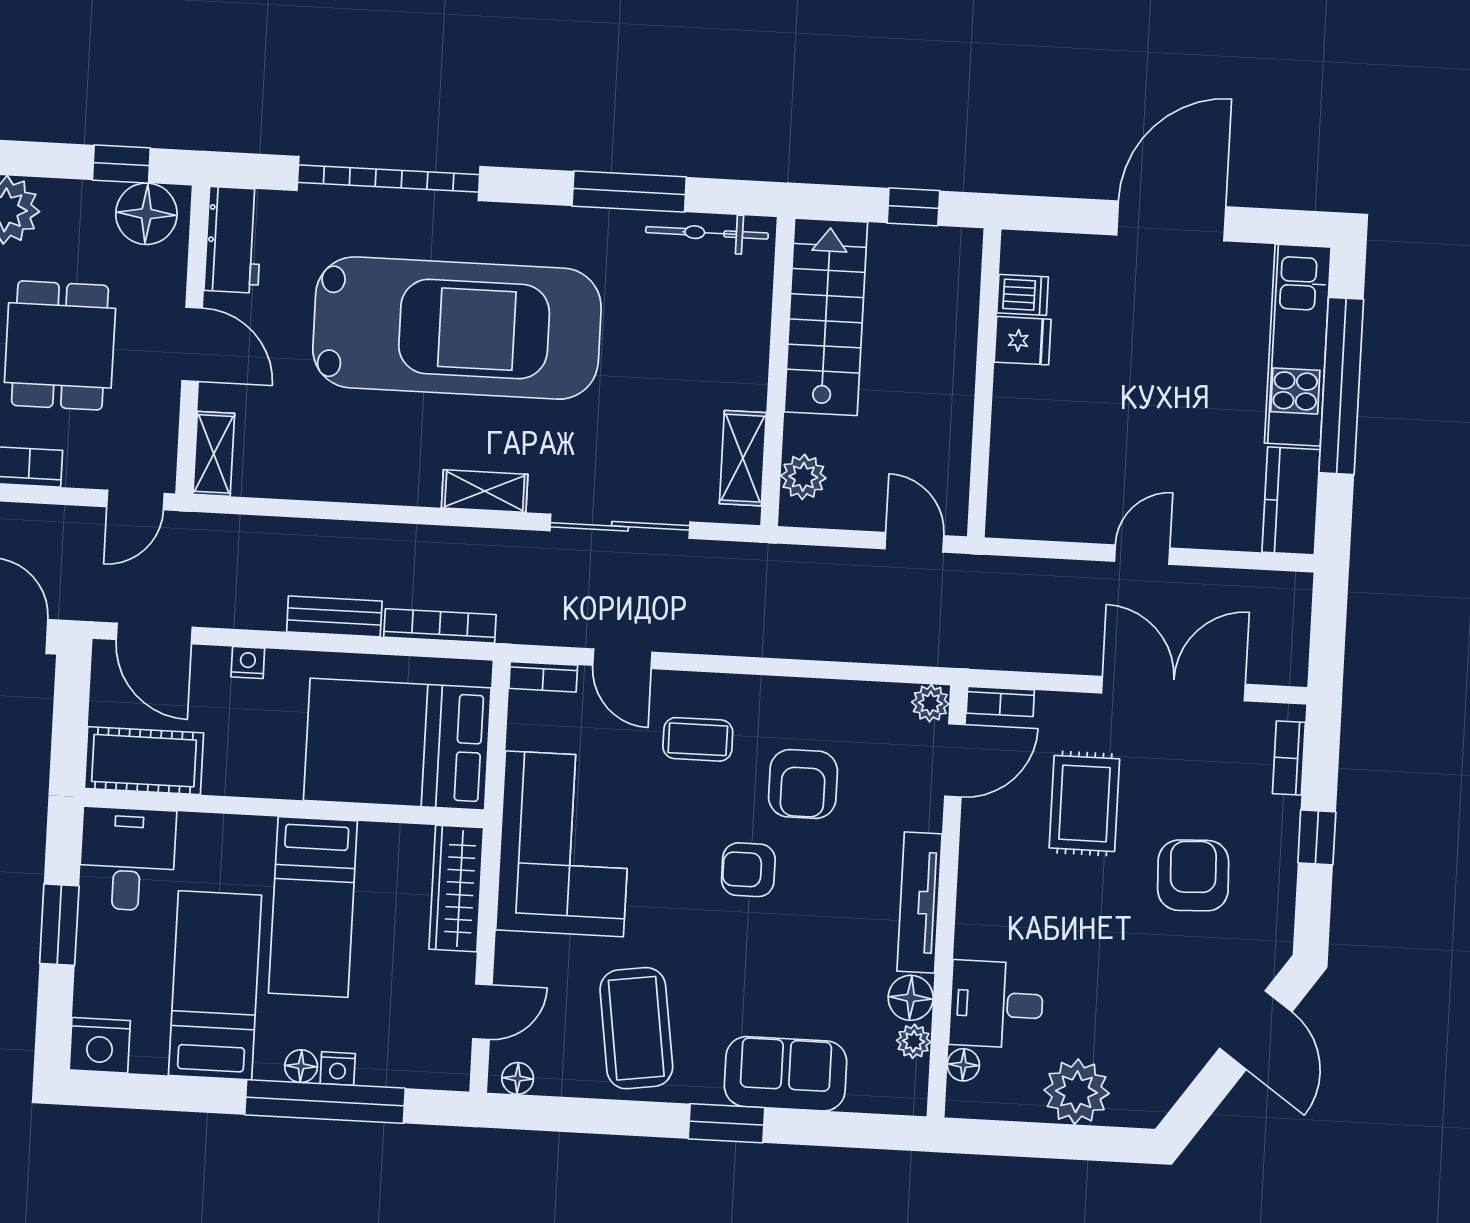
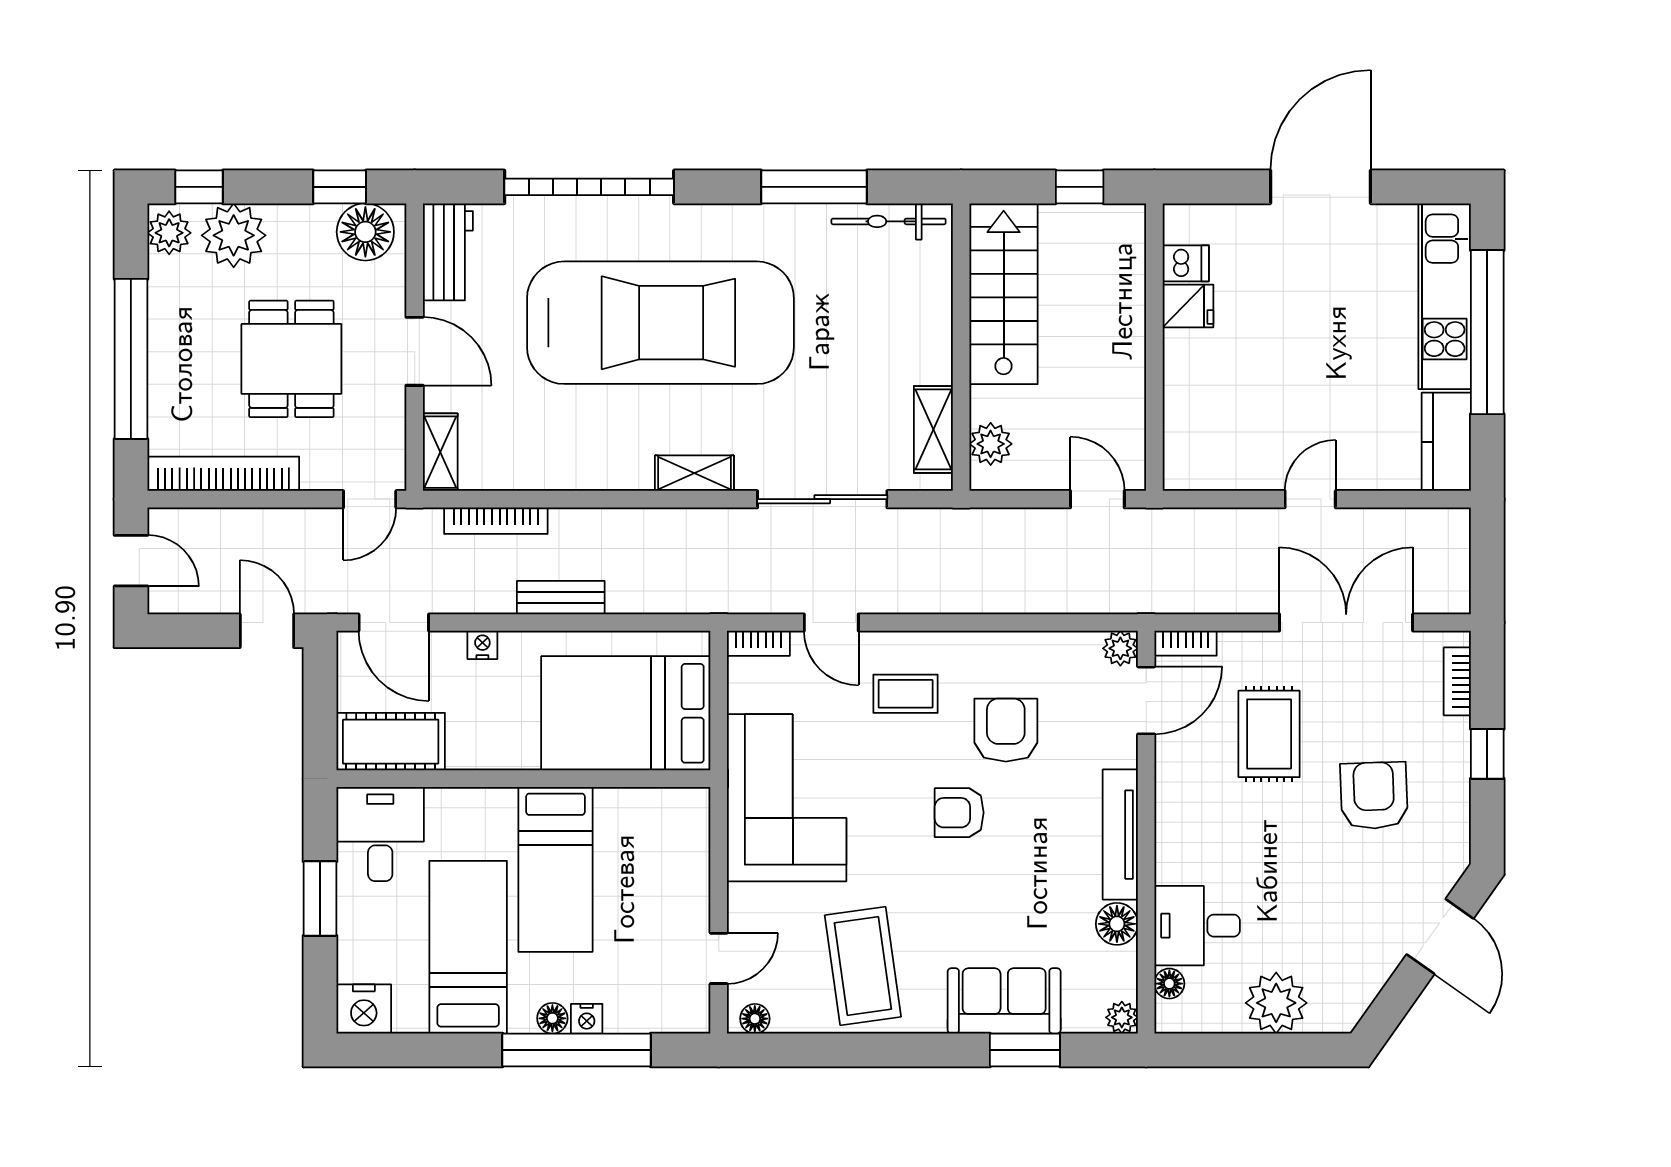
bookcase: (440, 626) -> (496, 521), moved, turned 180
armchair: (803, 784) -> (1006, 730), turned 180
wardrobe: (456, 888) -> (688, 845), removed
plant: (914, 1041) -> (1122, 1017), moved
window: (726, 1123) -> (1025, 1050), moved

